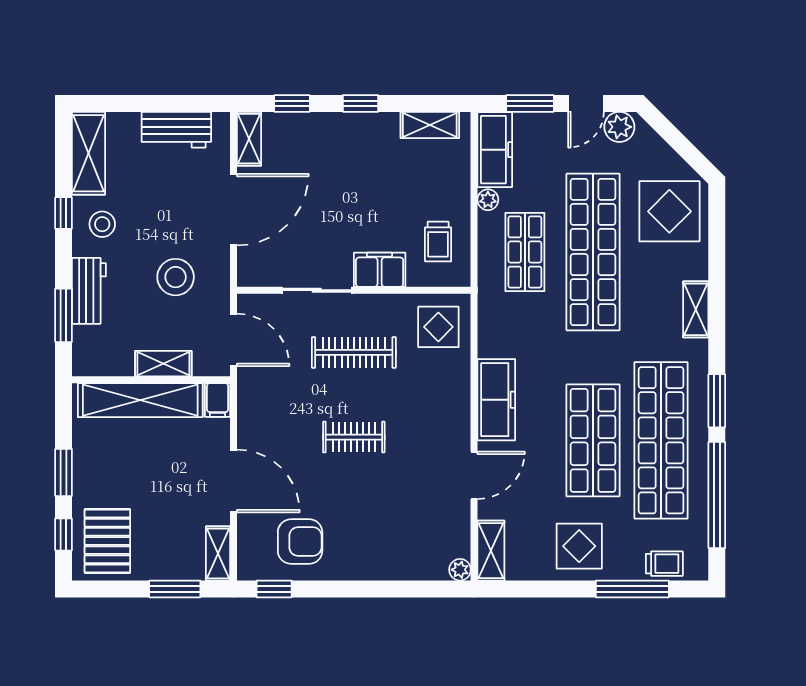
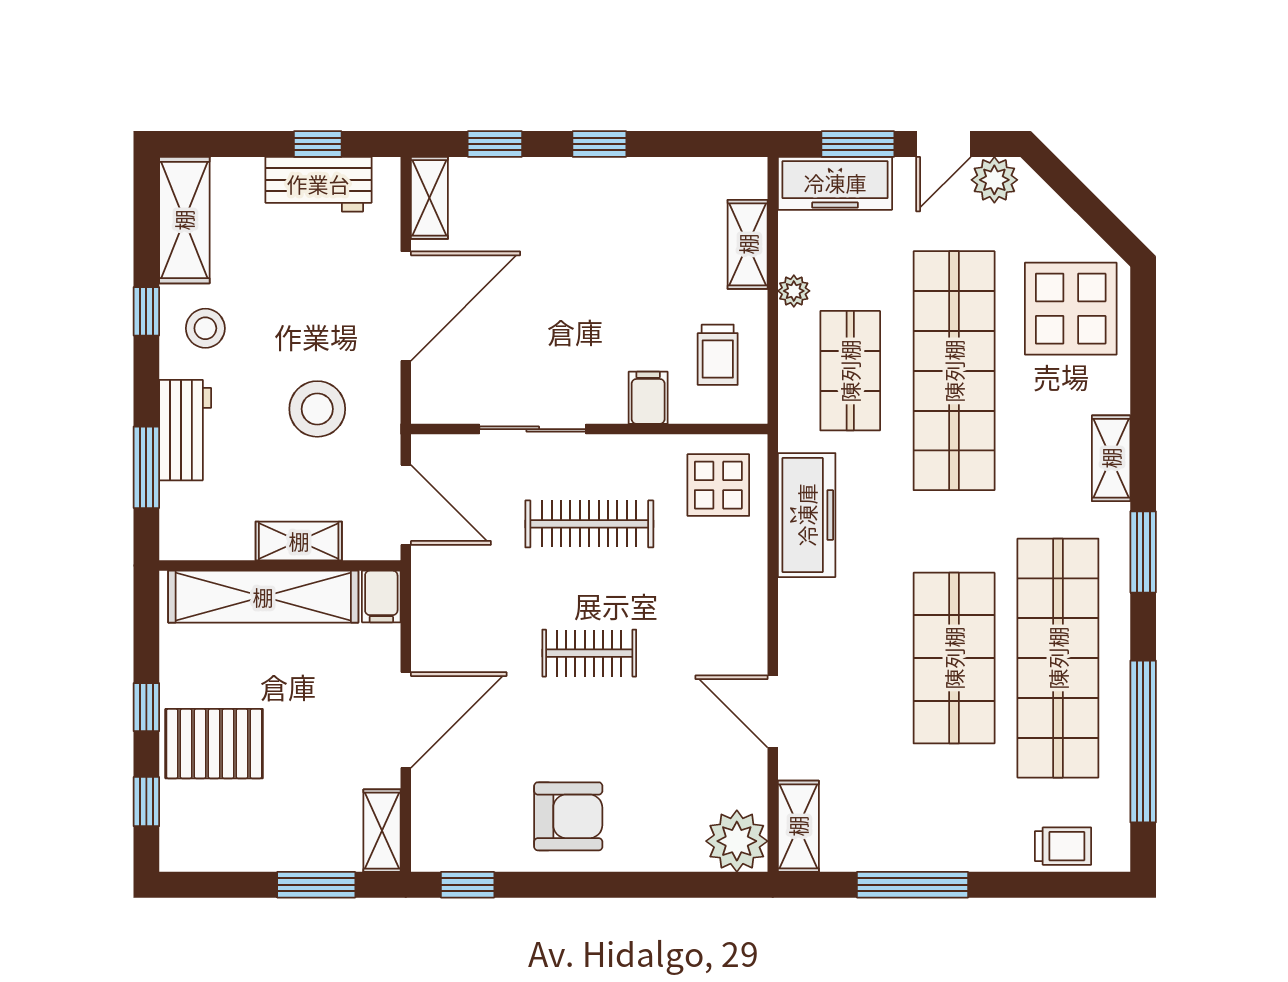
window: (176, 103) -> (318, 144), added
shelving: (430, 125) -> (748, 244), moved, turned 90
freezer: (495, 150) -> (835, 183), moved, turned 90
filing cabinet: (380, 270) -> (648, 398), width x0.50
freezer: (496, 400) -> (807, 515), moved
window: (717, 401) -> (1143, 552), moved
window: (64, 472) -> (146, 707), width x0.67
door: (474, 475) -> (773, 711), swing flipped
door: (234, 481) -> (406, 720), hinge flipped
pallet: (107, 541) -> (214, 744), moved, turned 90
armchair: (300, 542) -> (568, 816), moved
display table: (579, 546) -> (933, 819), removed
plant: (460, 570) -> (737, 841), width x1.87, depth x1.87
window: (632, 589) -> (912, 885), moved

